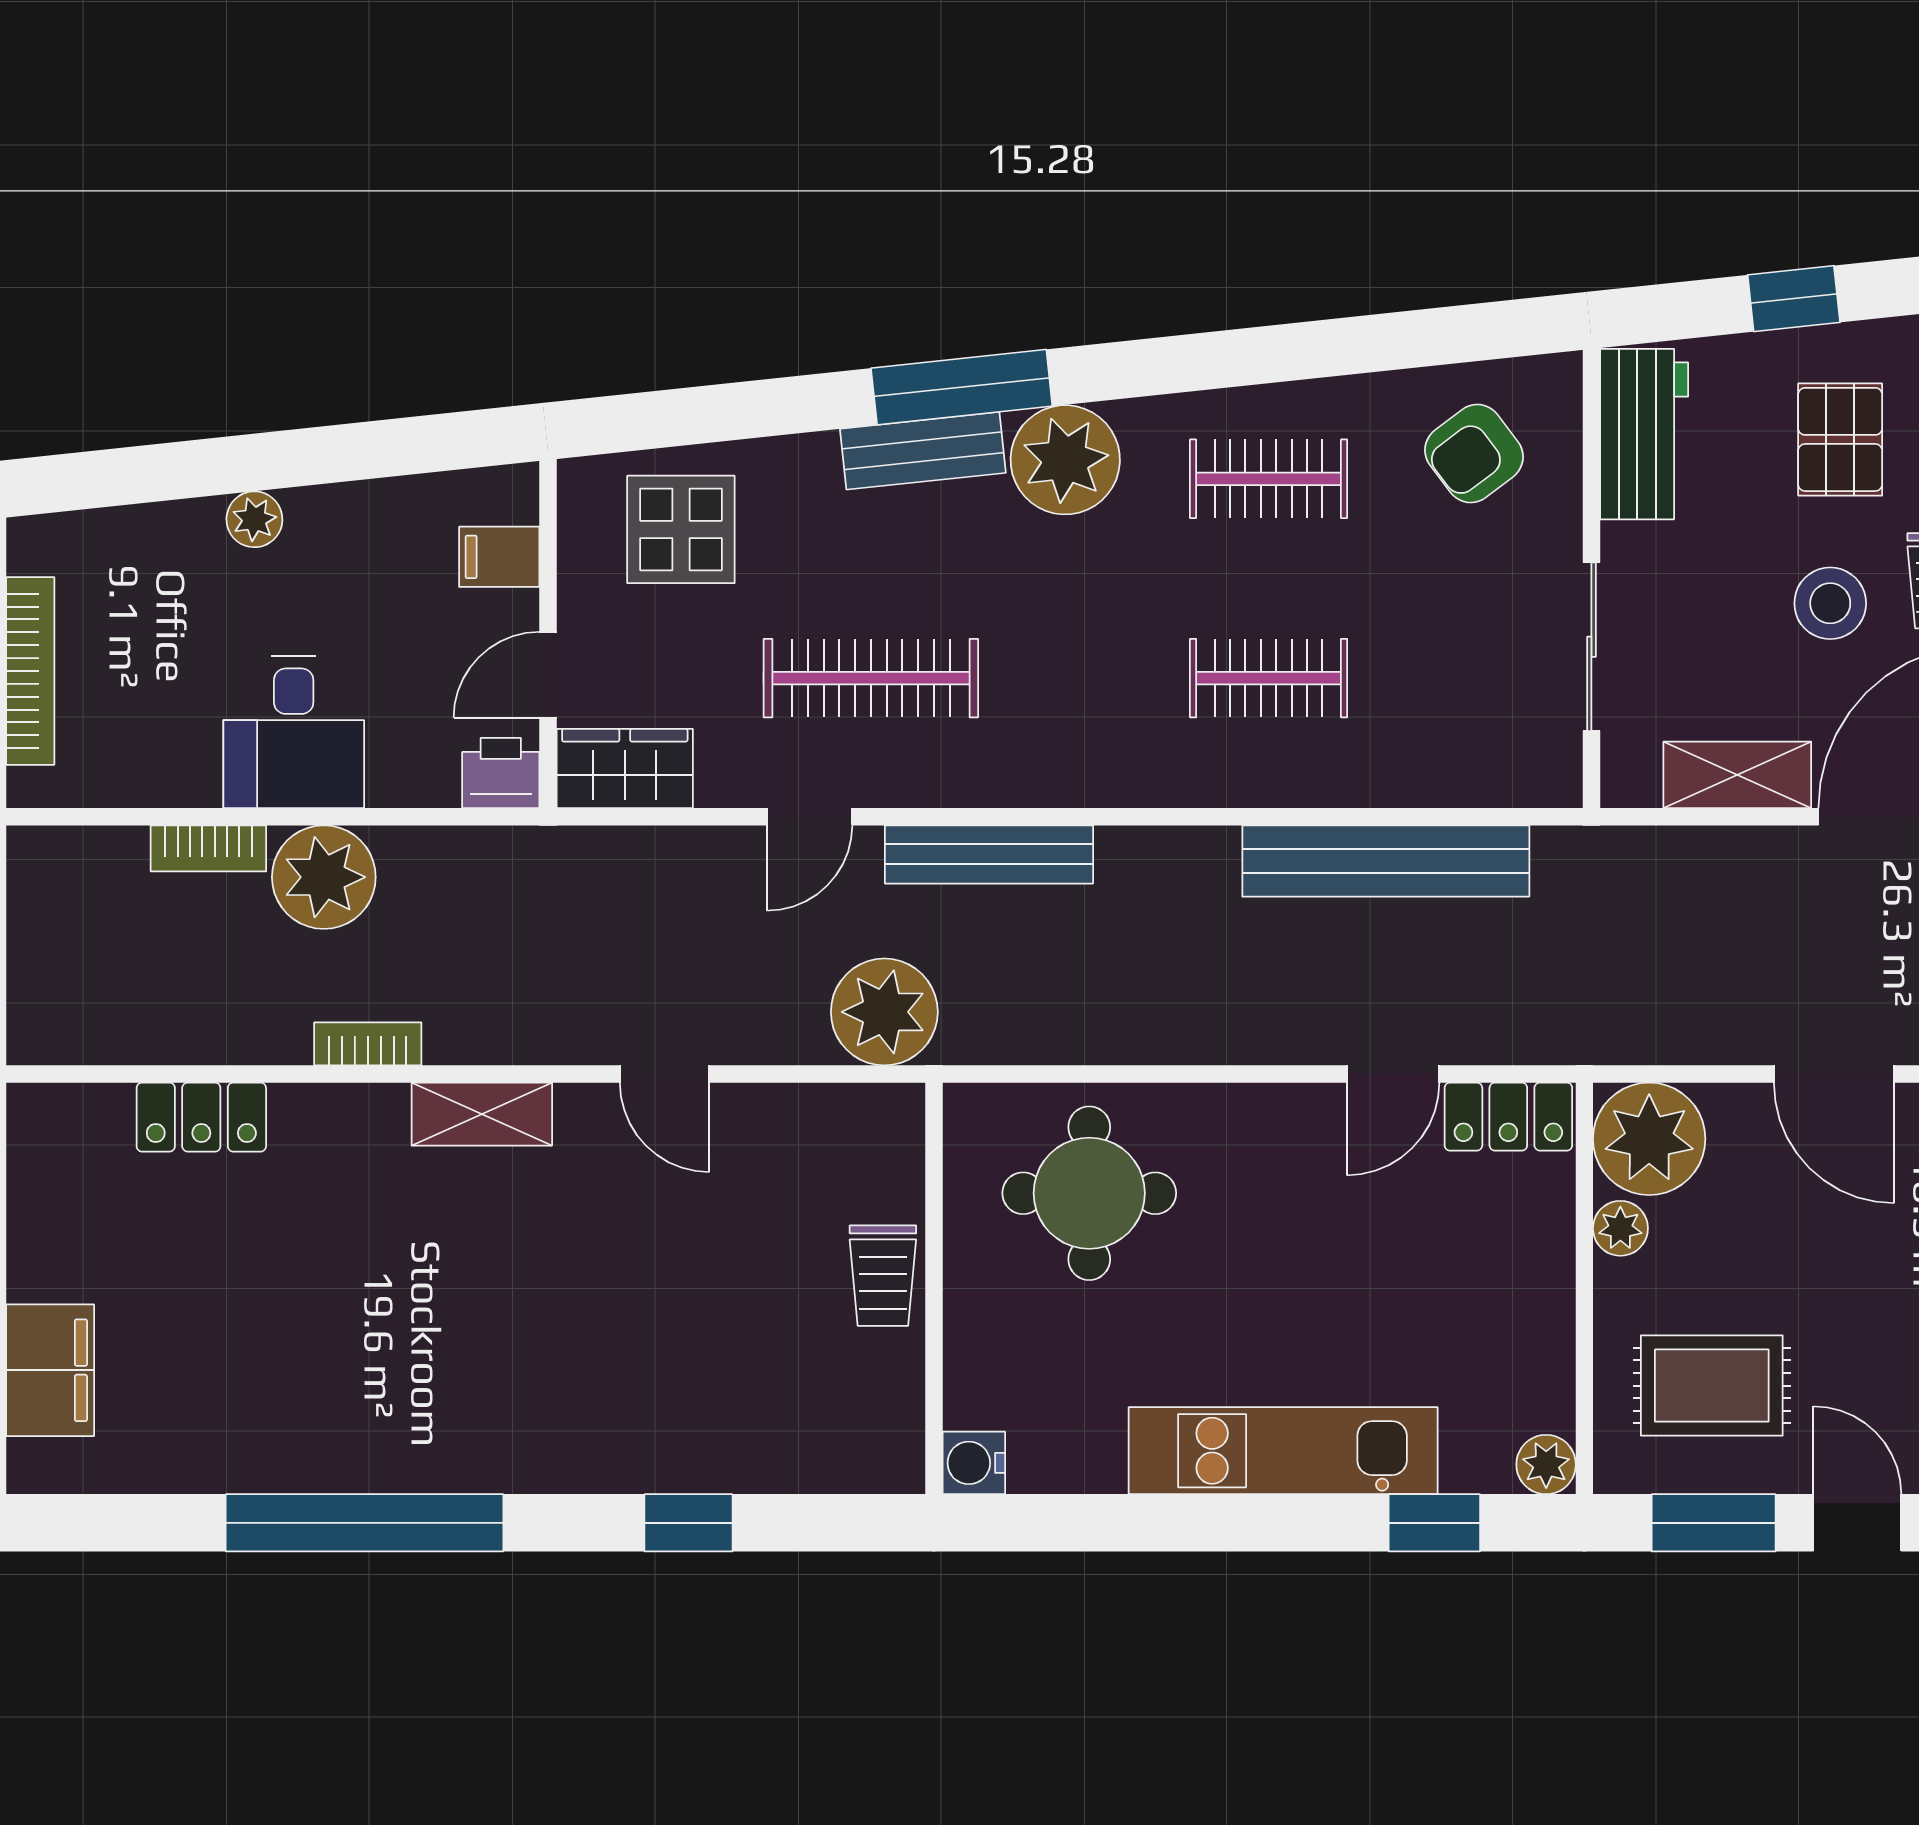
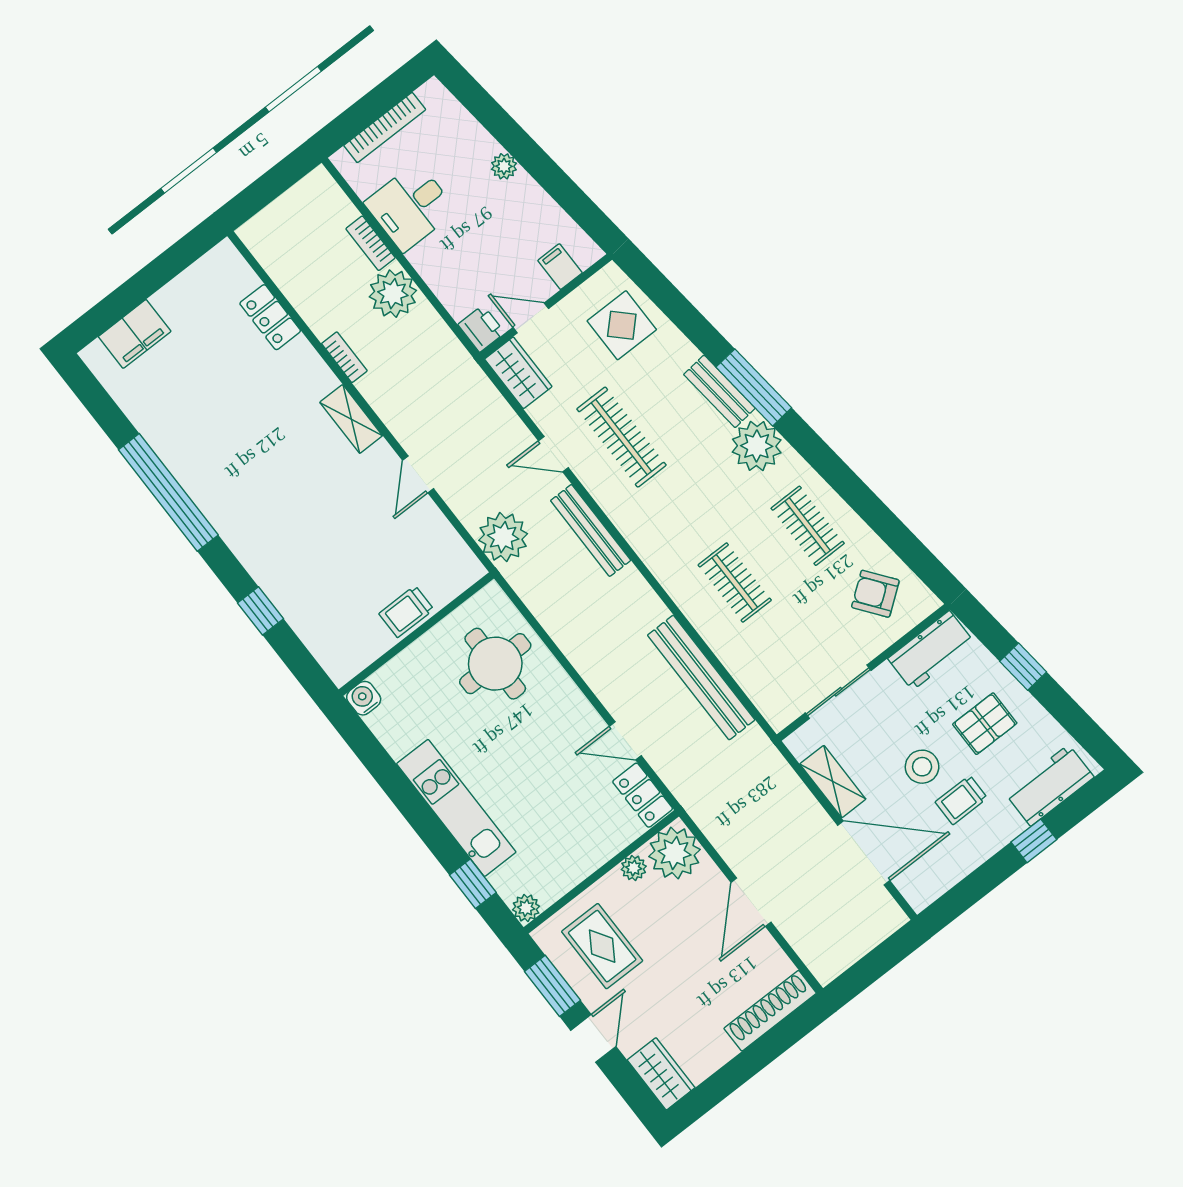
desk: (294, 732) -> (410, 207), moved

